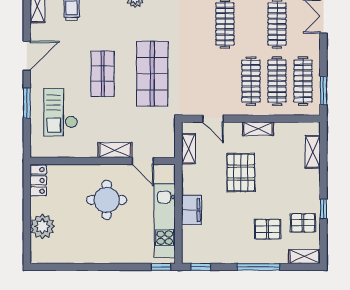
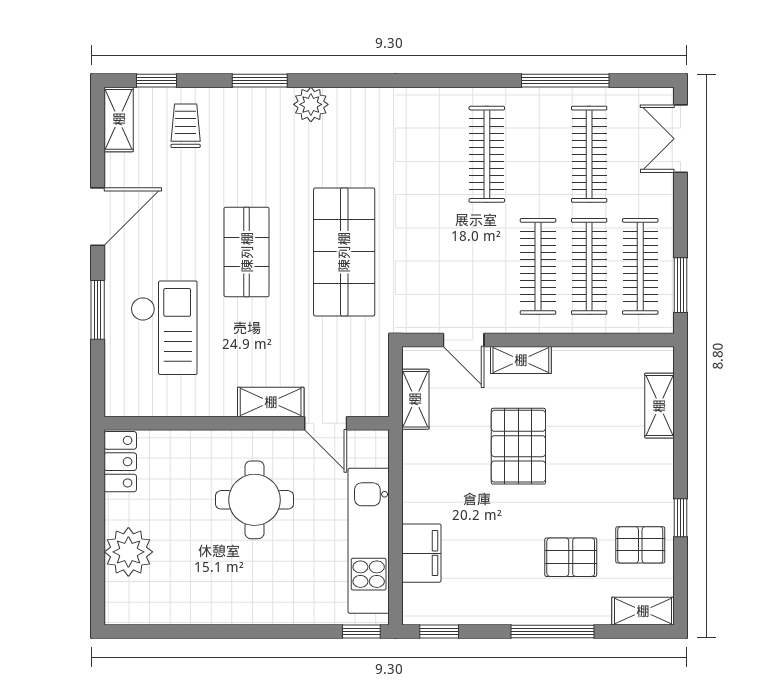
checkout: (61, 112) -> (164, 328), turned 180
shelving: (258, 129) -> (521, 360), moved
filing cabinet: (192, 210) -> (421, 553), moved

